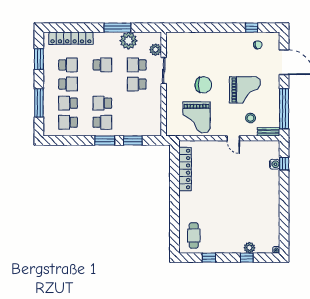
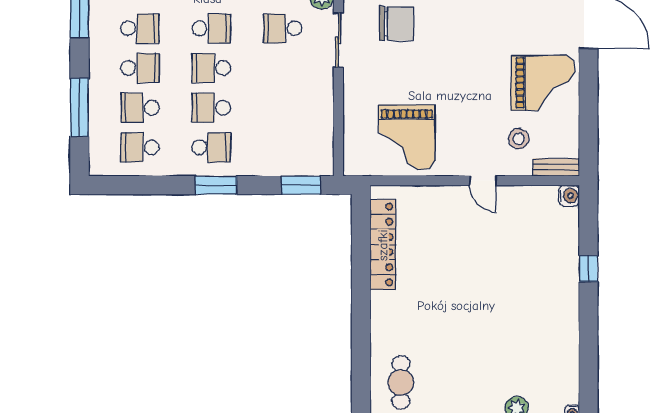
school desk: (137, 84) -> (211, 68), moved
chair: (203, 85) -> (396, 24), moved
grand piano: (245, 90) -> (543, 83), moved
window: (284, 109) -> (588, 119), removed
window: (133, 140) -> (301, 185), moved
water cooler: (275, 164) -> (569, 196), moved
window: (284, 164) -> (588, 269), moved

